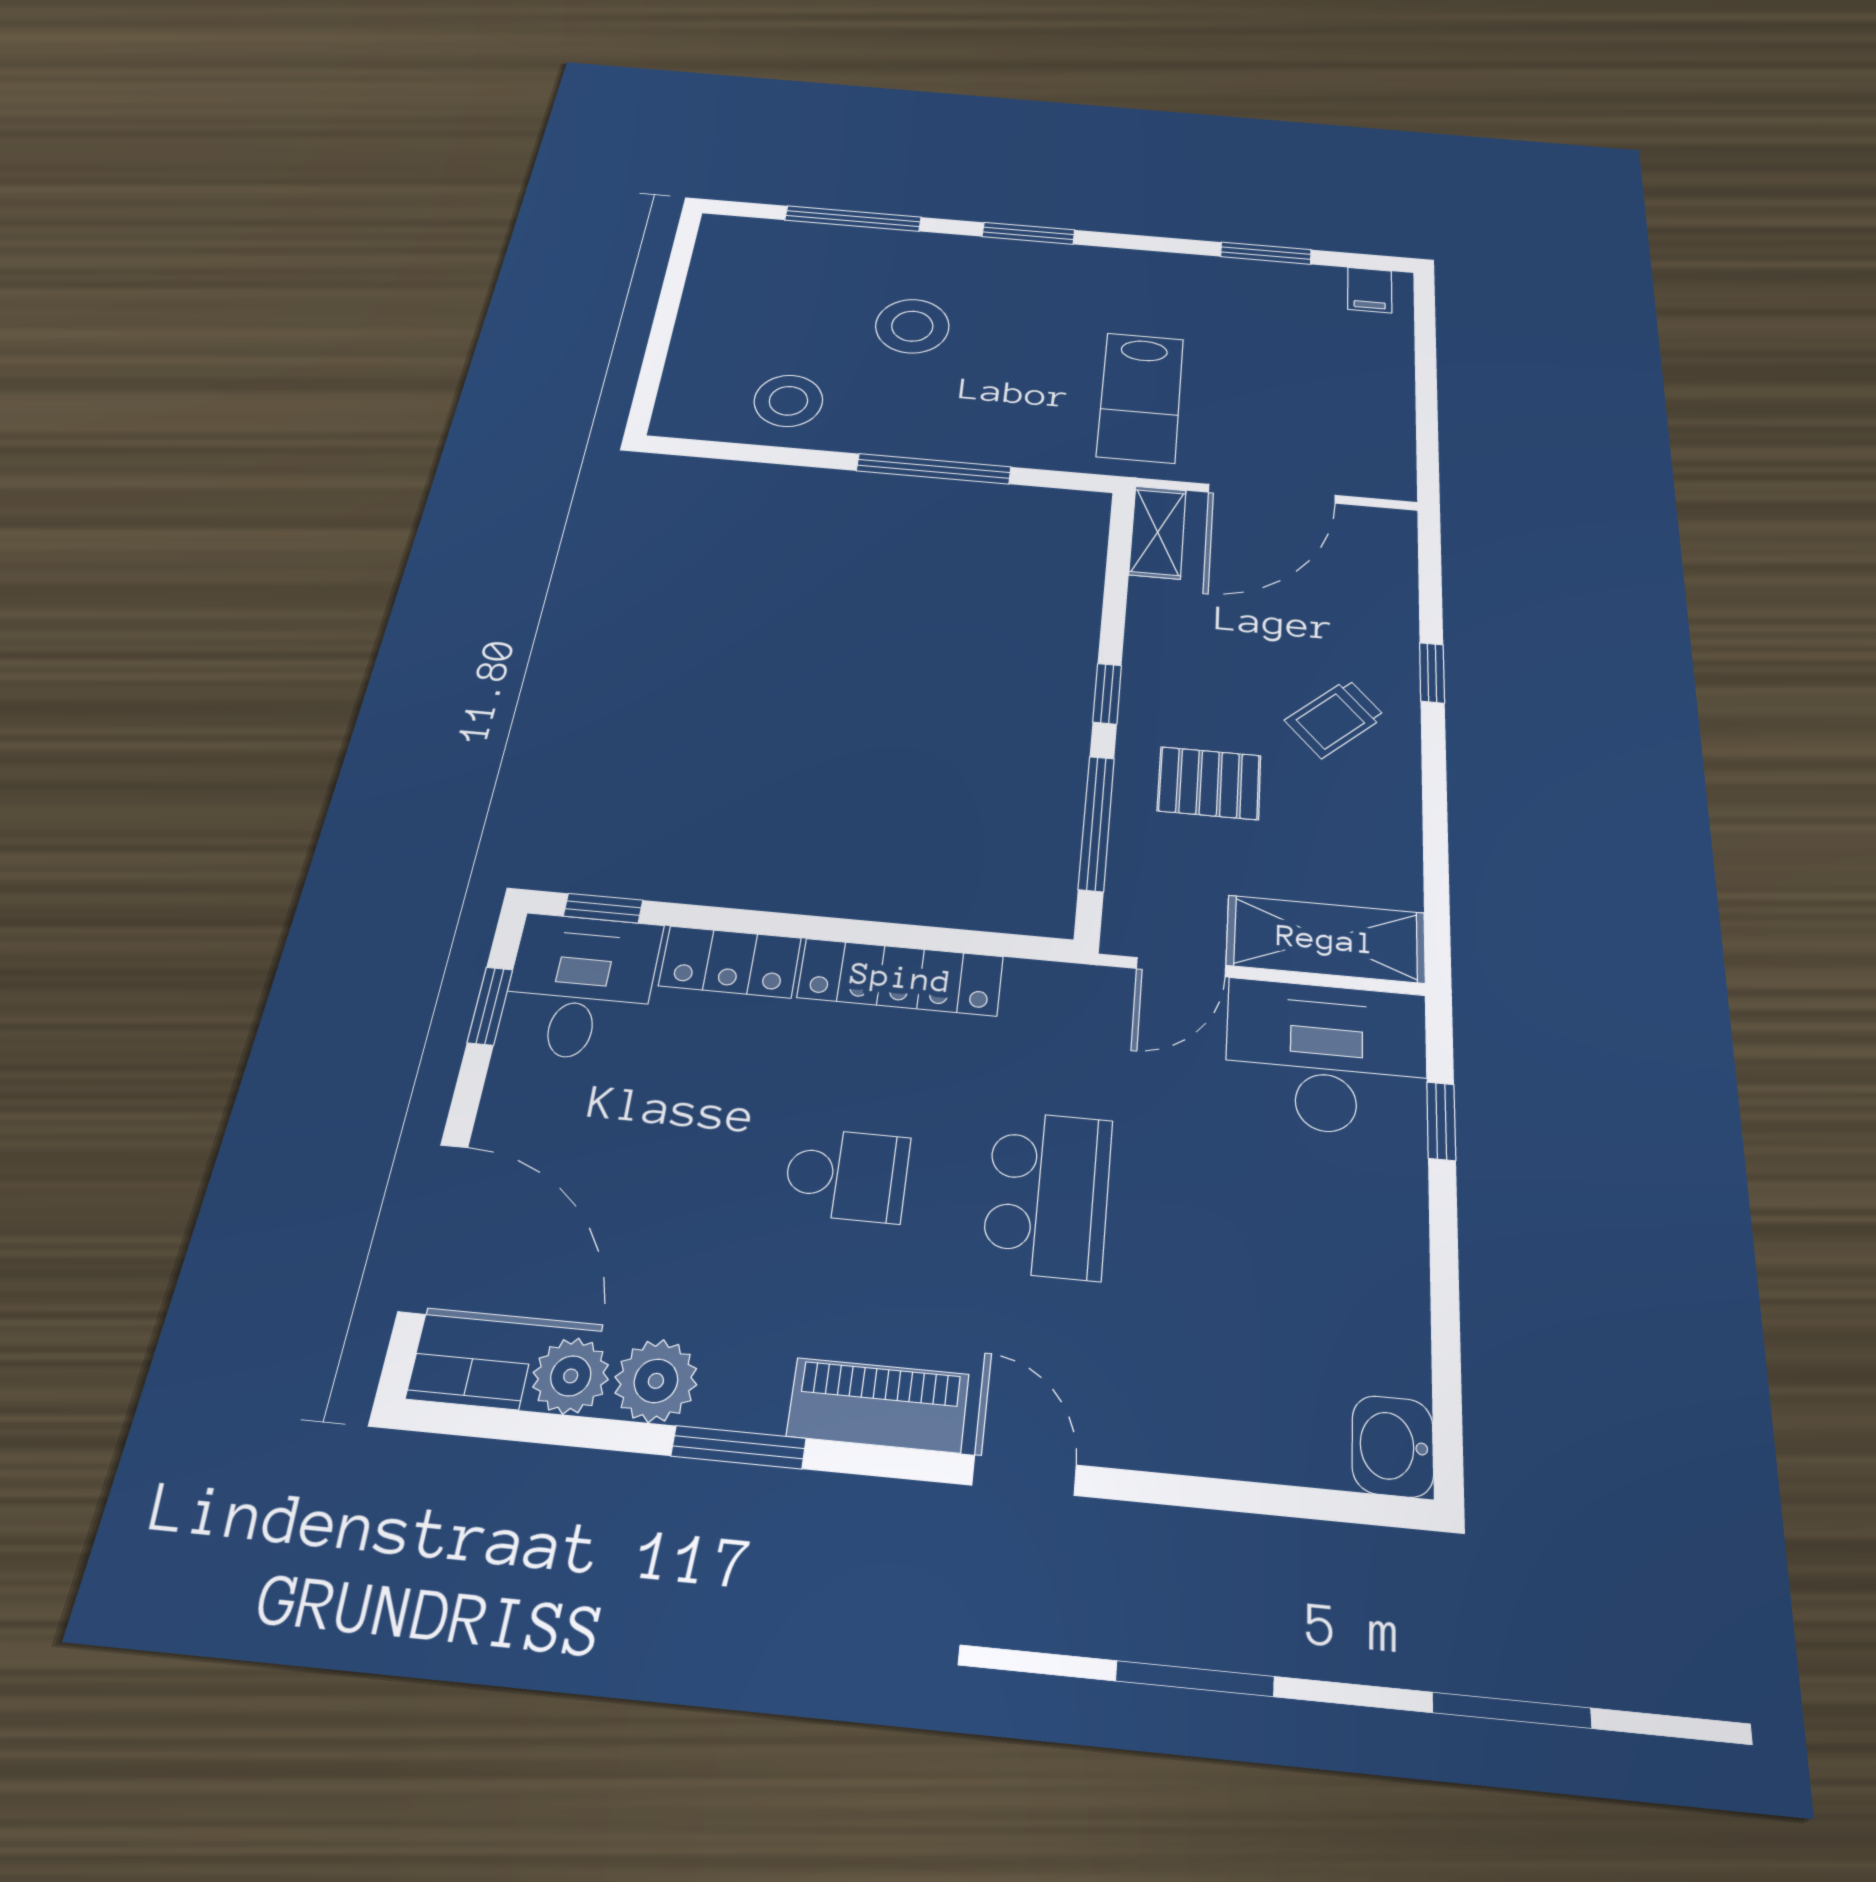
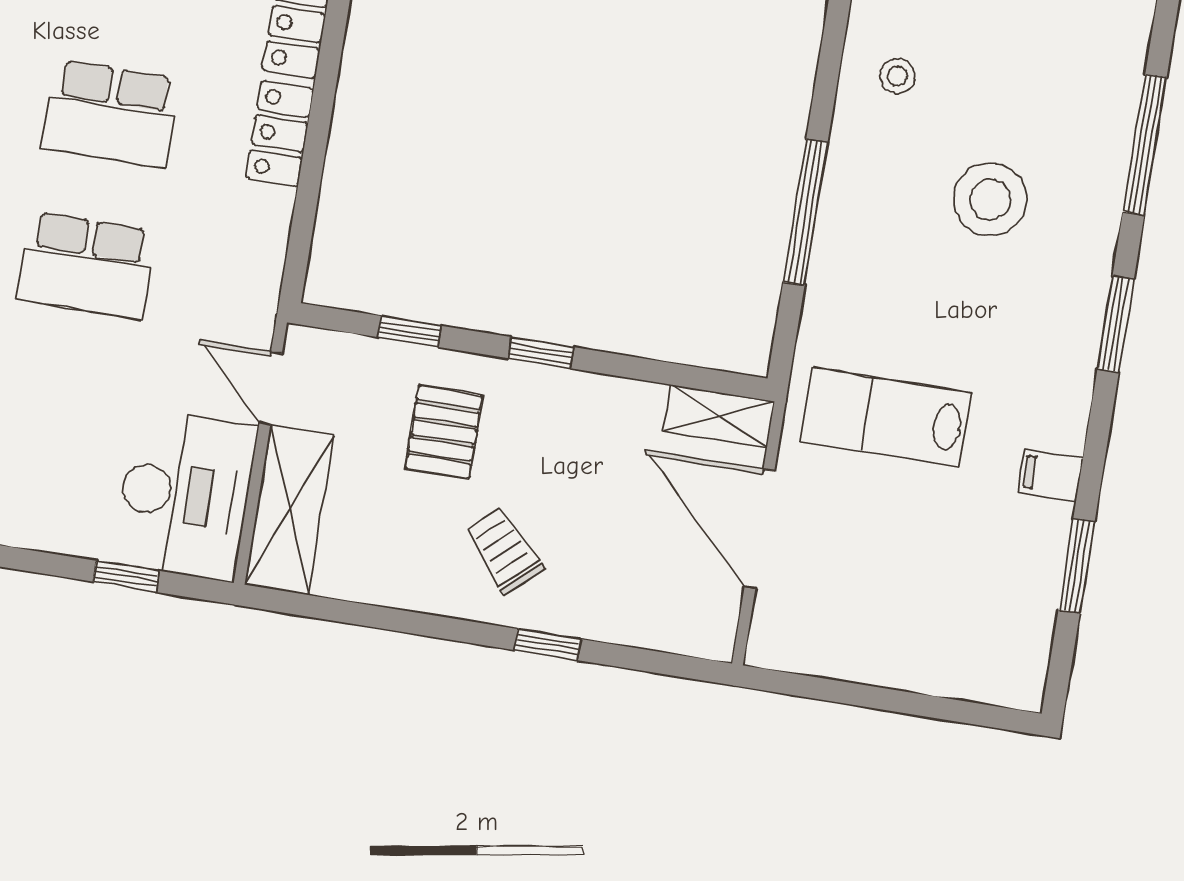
filing cabinet: (1370, 290) -> (1050, 475), moved
stool: (788, 401) -> (898, 76), width x0.53, depth x0.53
window: (1096, 823) -> (410, 331), width x0.46
locker: (901, 977) -> (280, 134), width x0.66
school desk: (847, 1175) -> (111, 114), width x1.85

